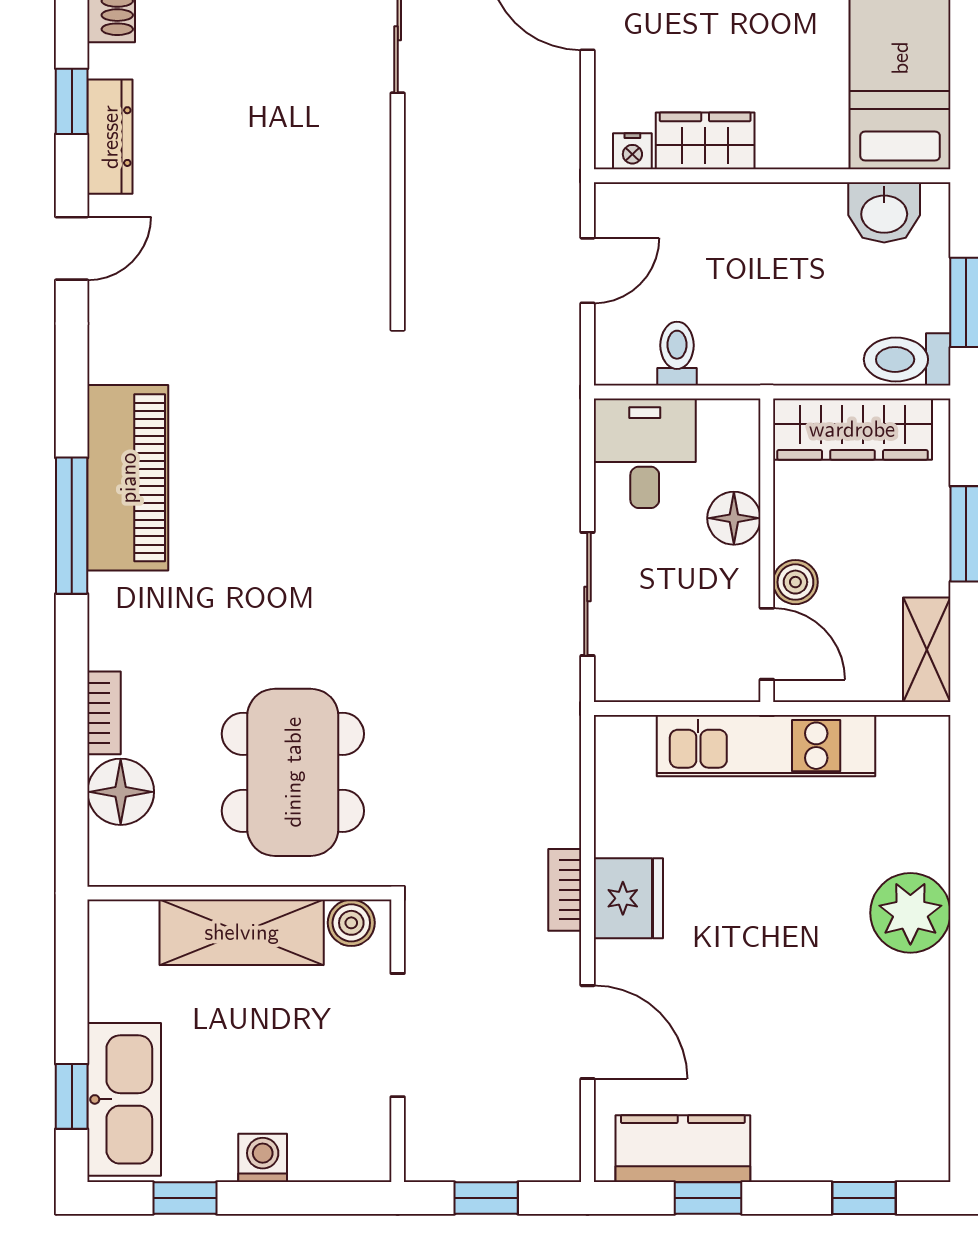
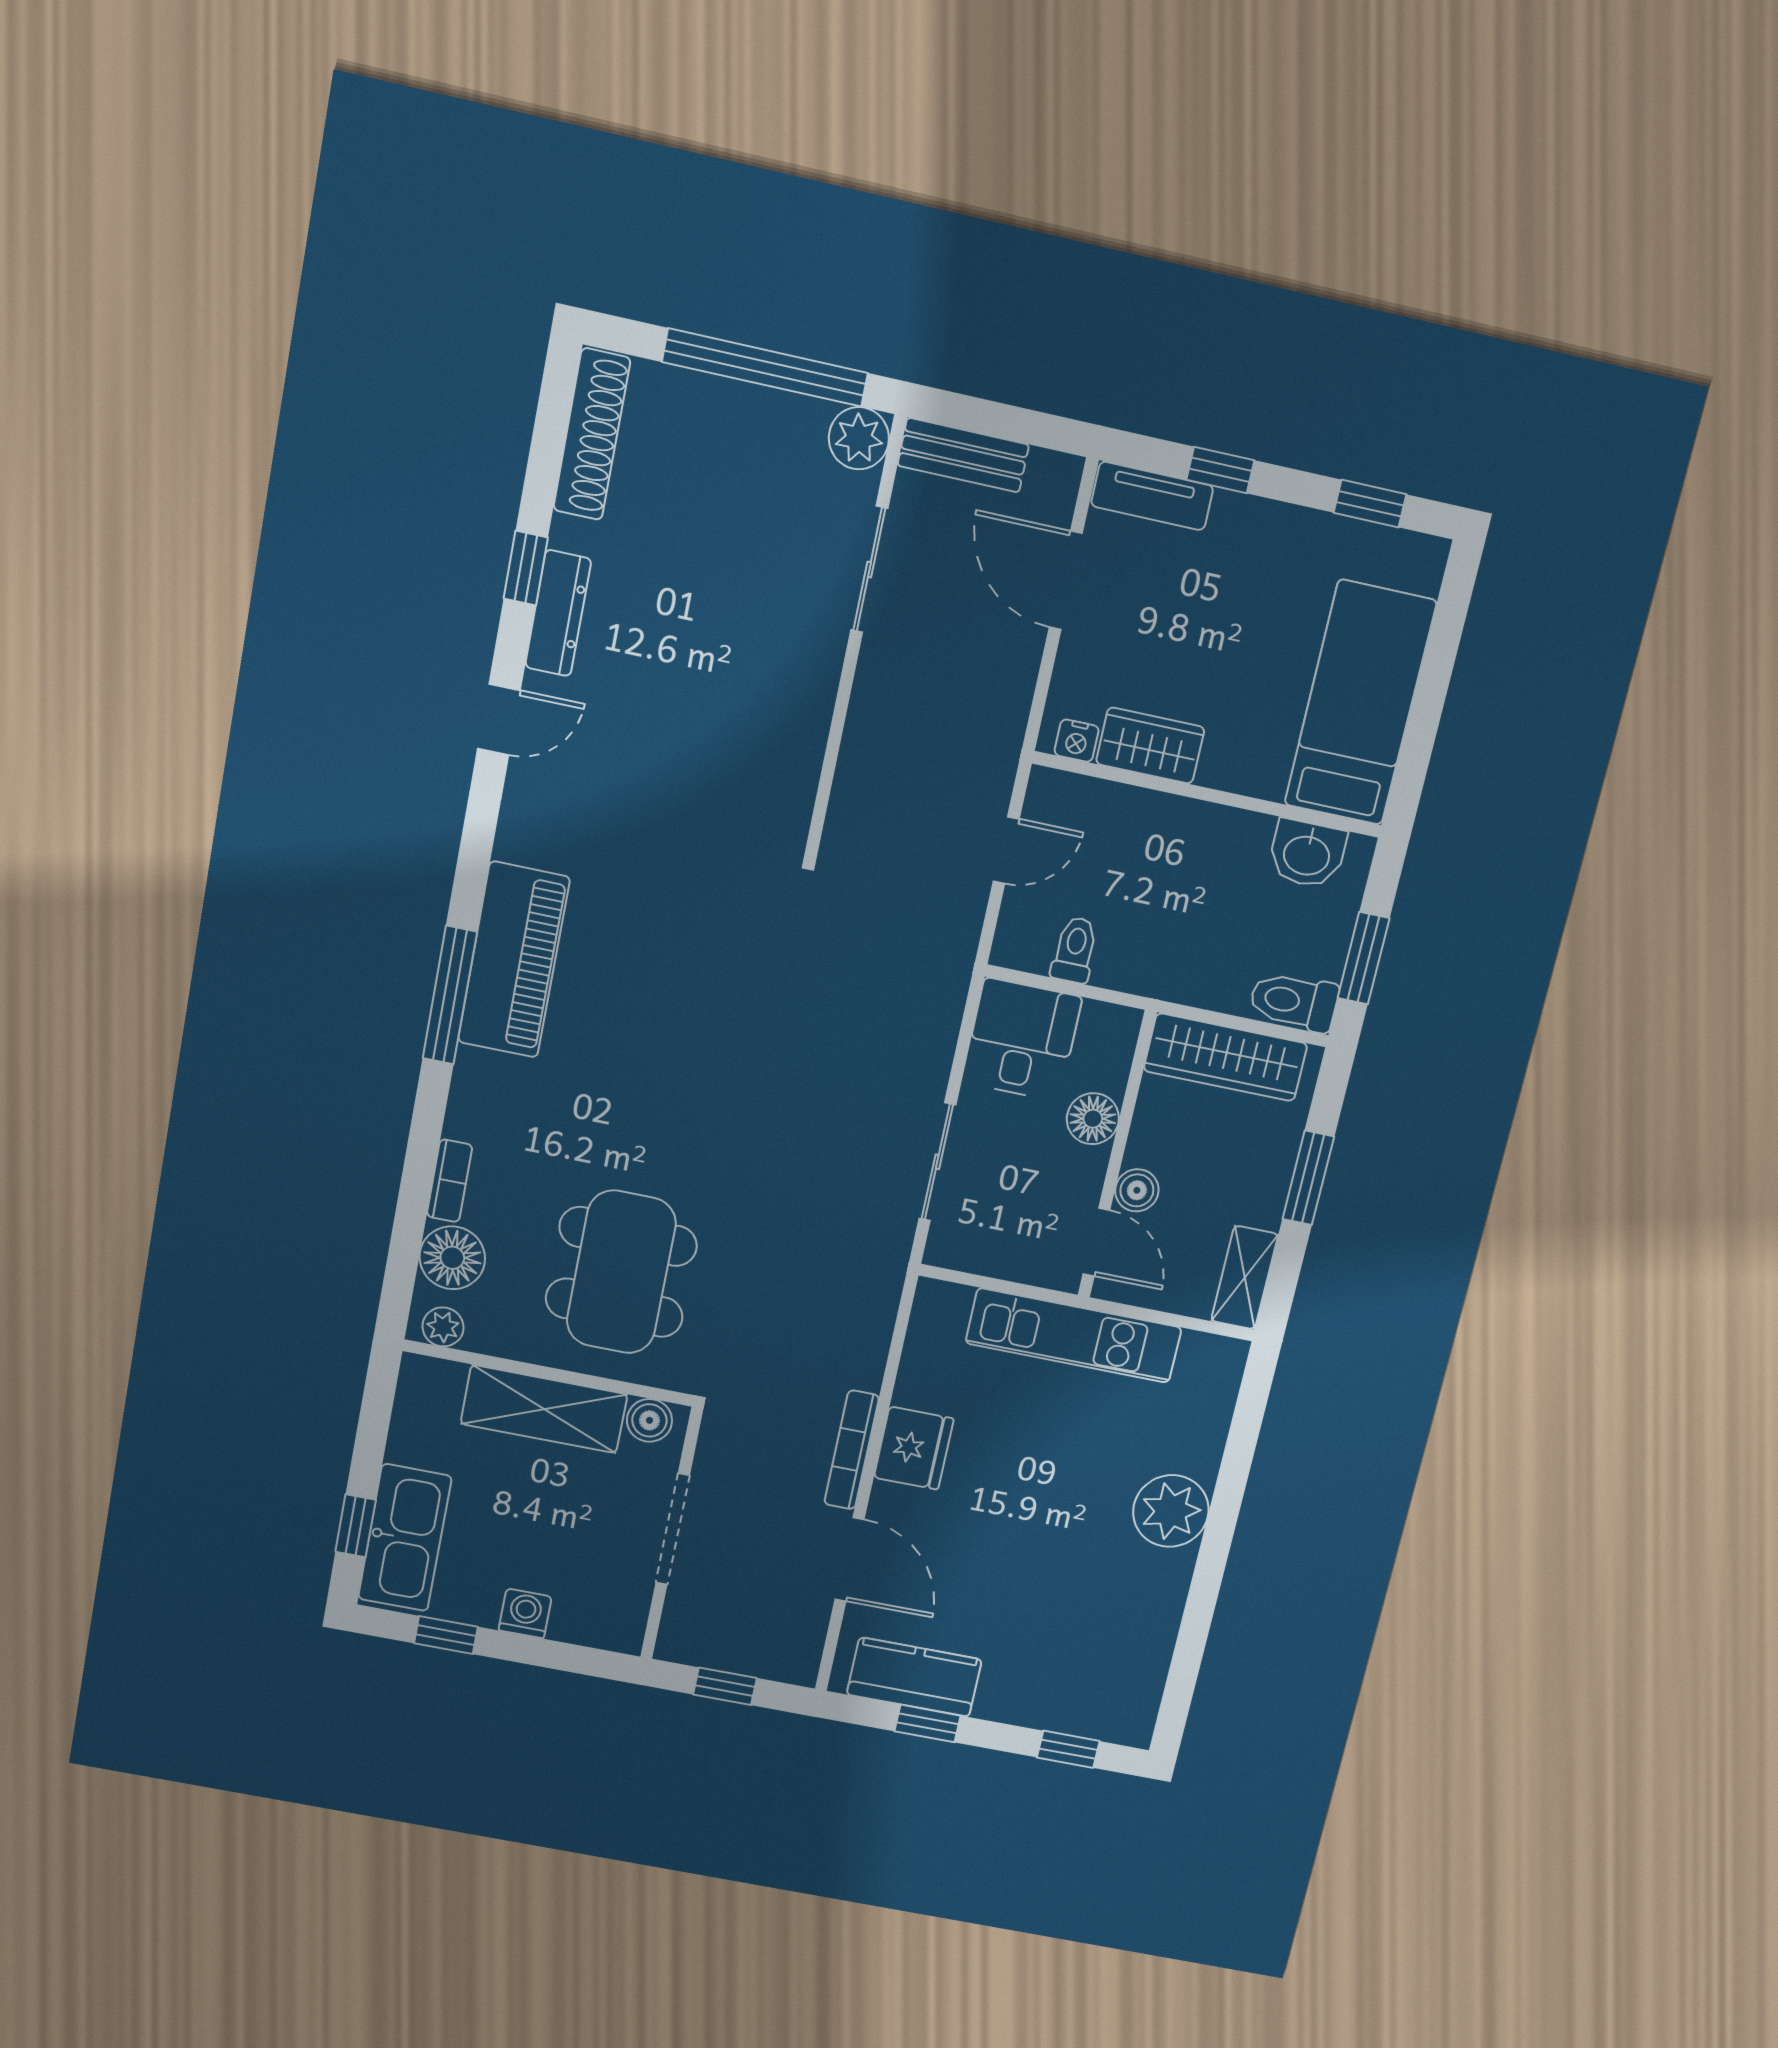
plant: (124, 866) -> (443, 1327), added
bookcase: (565, 890) -> (852, 1450), width x1.56

